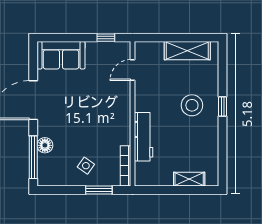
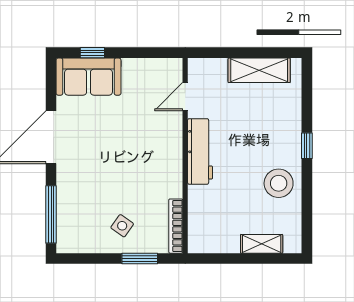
window: (106, 38) -> (92, 53), moved
stool: (192, 105) -> (279, 183), moved
workbench: (144, 137) -> (200, 151), moved
floor lamp: (45, 145) -> (67, 198), removed

